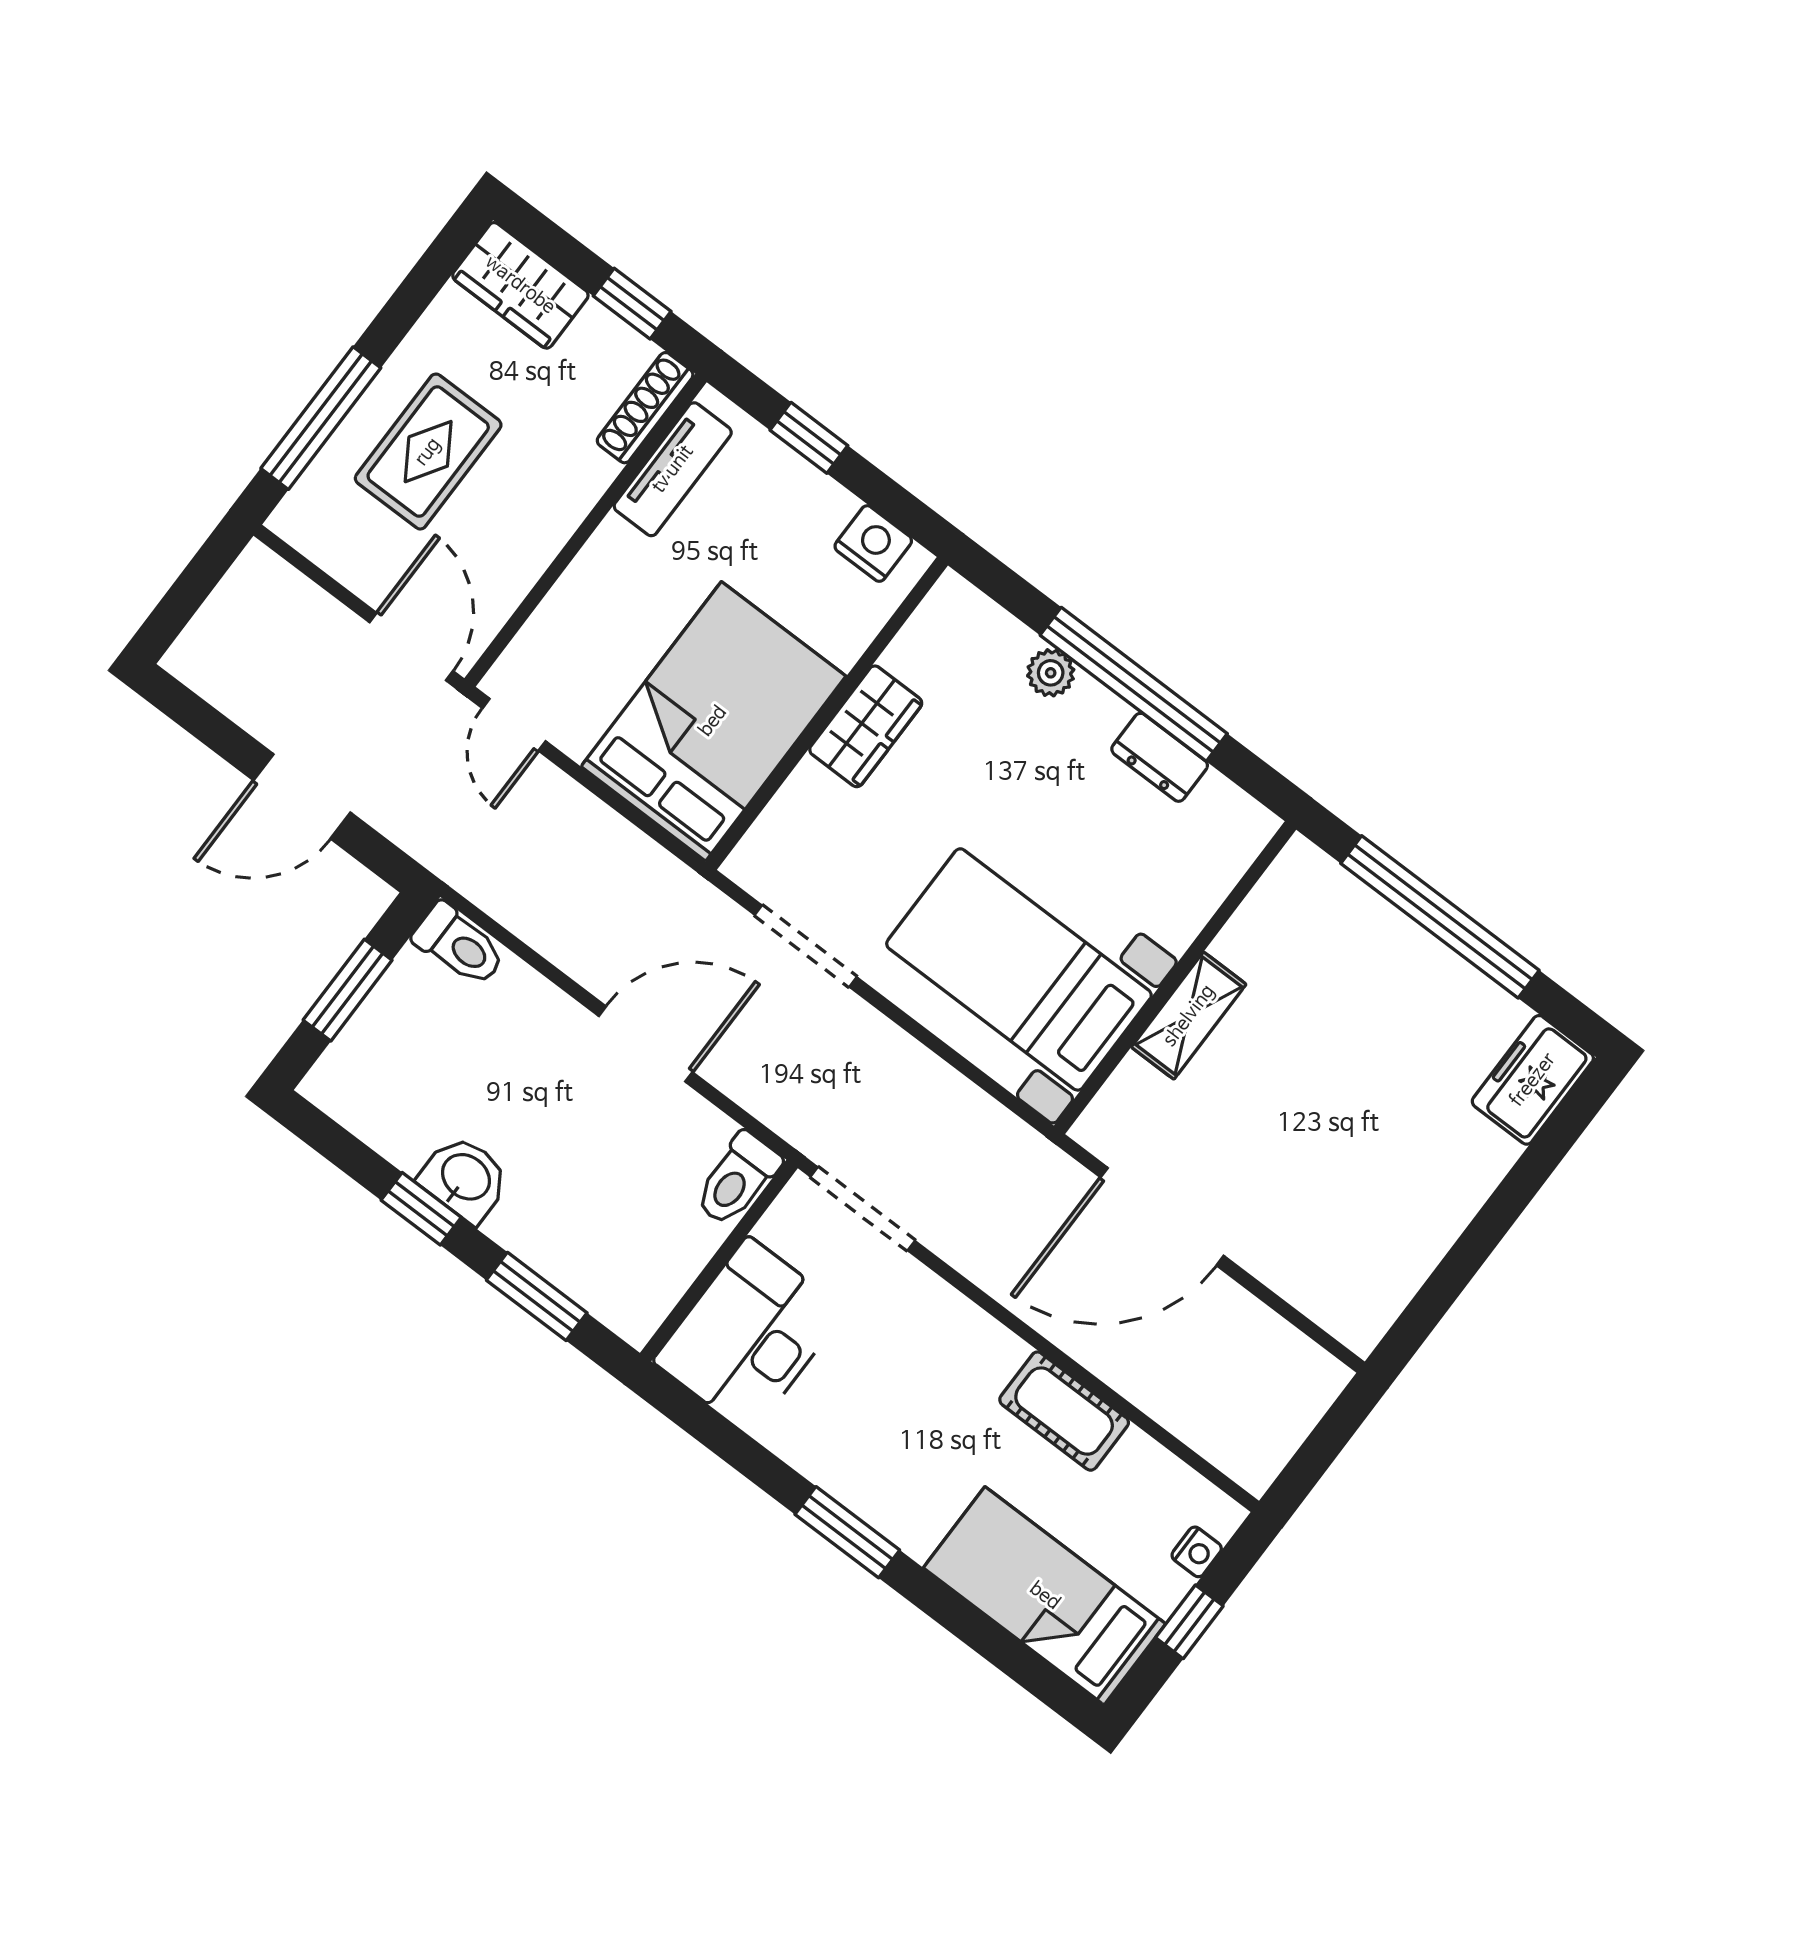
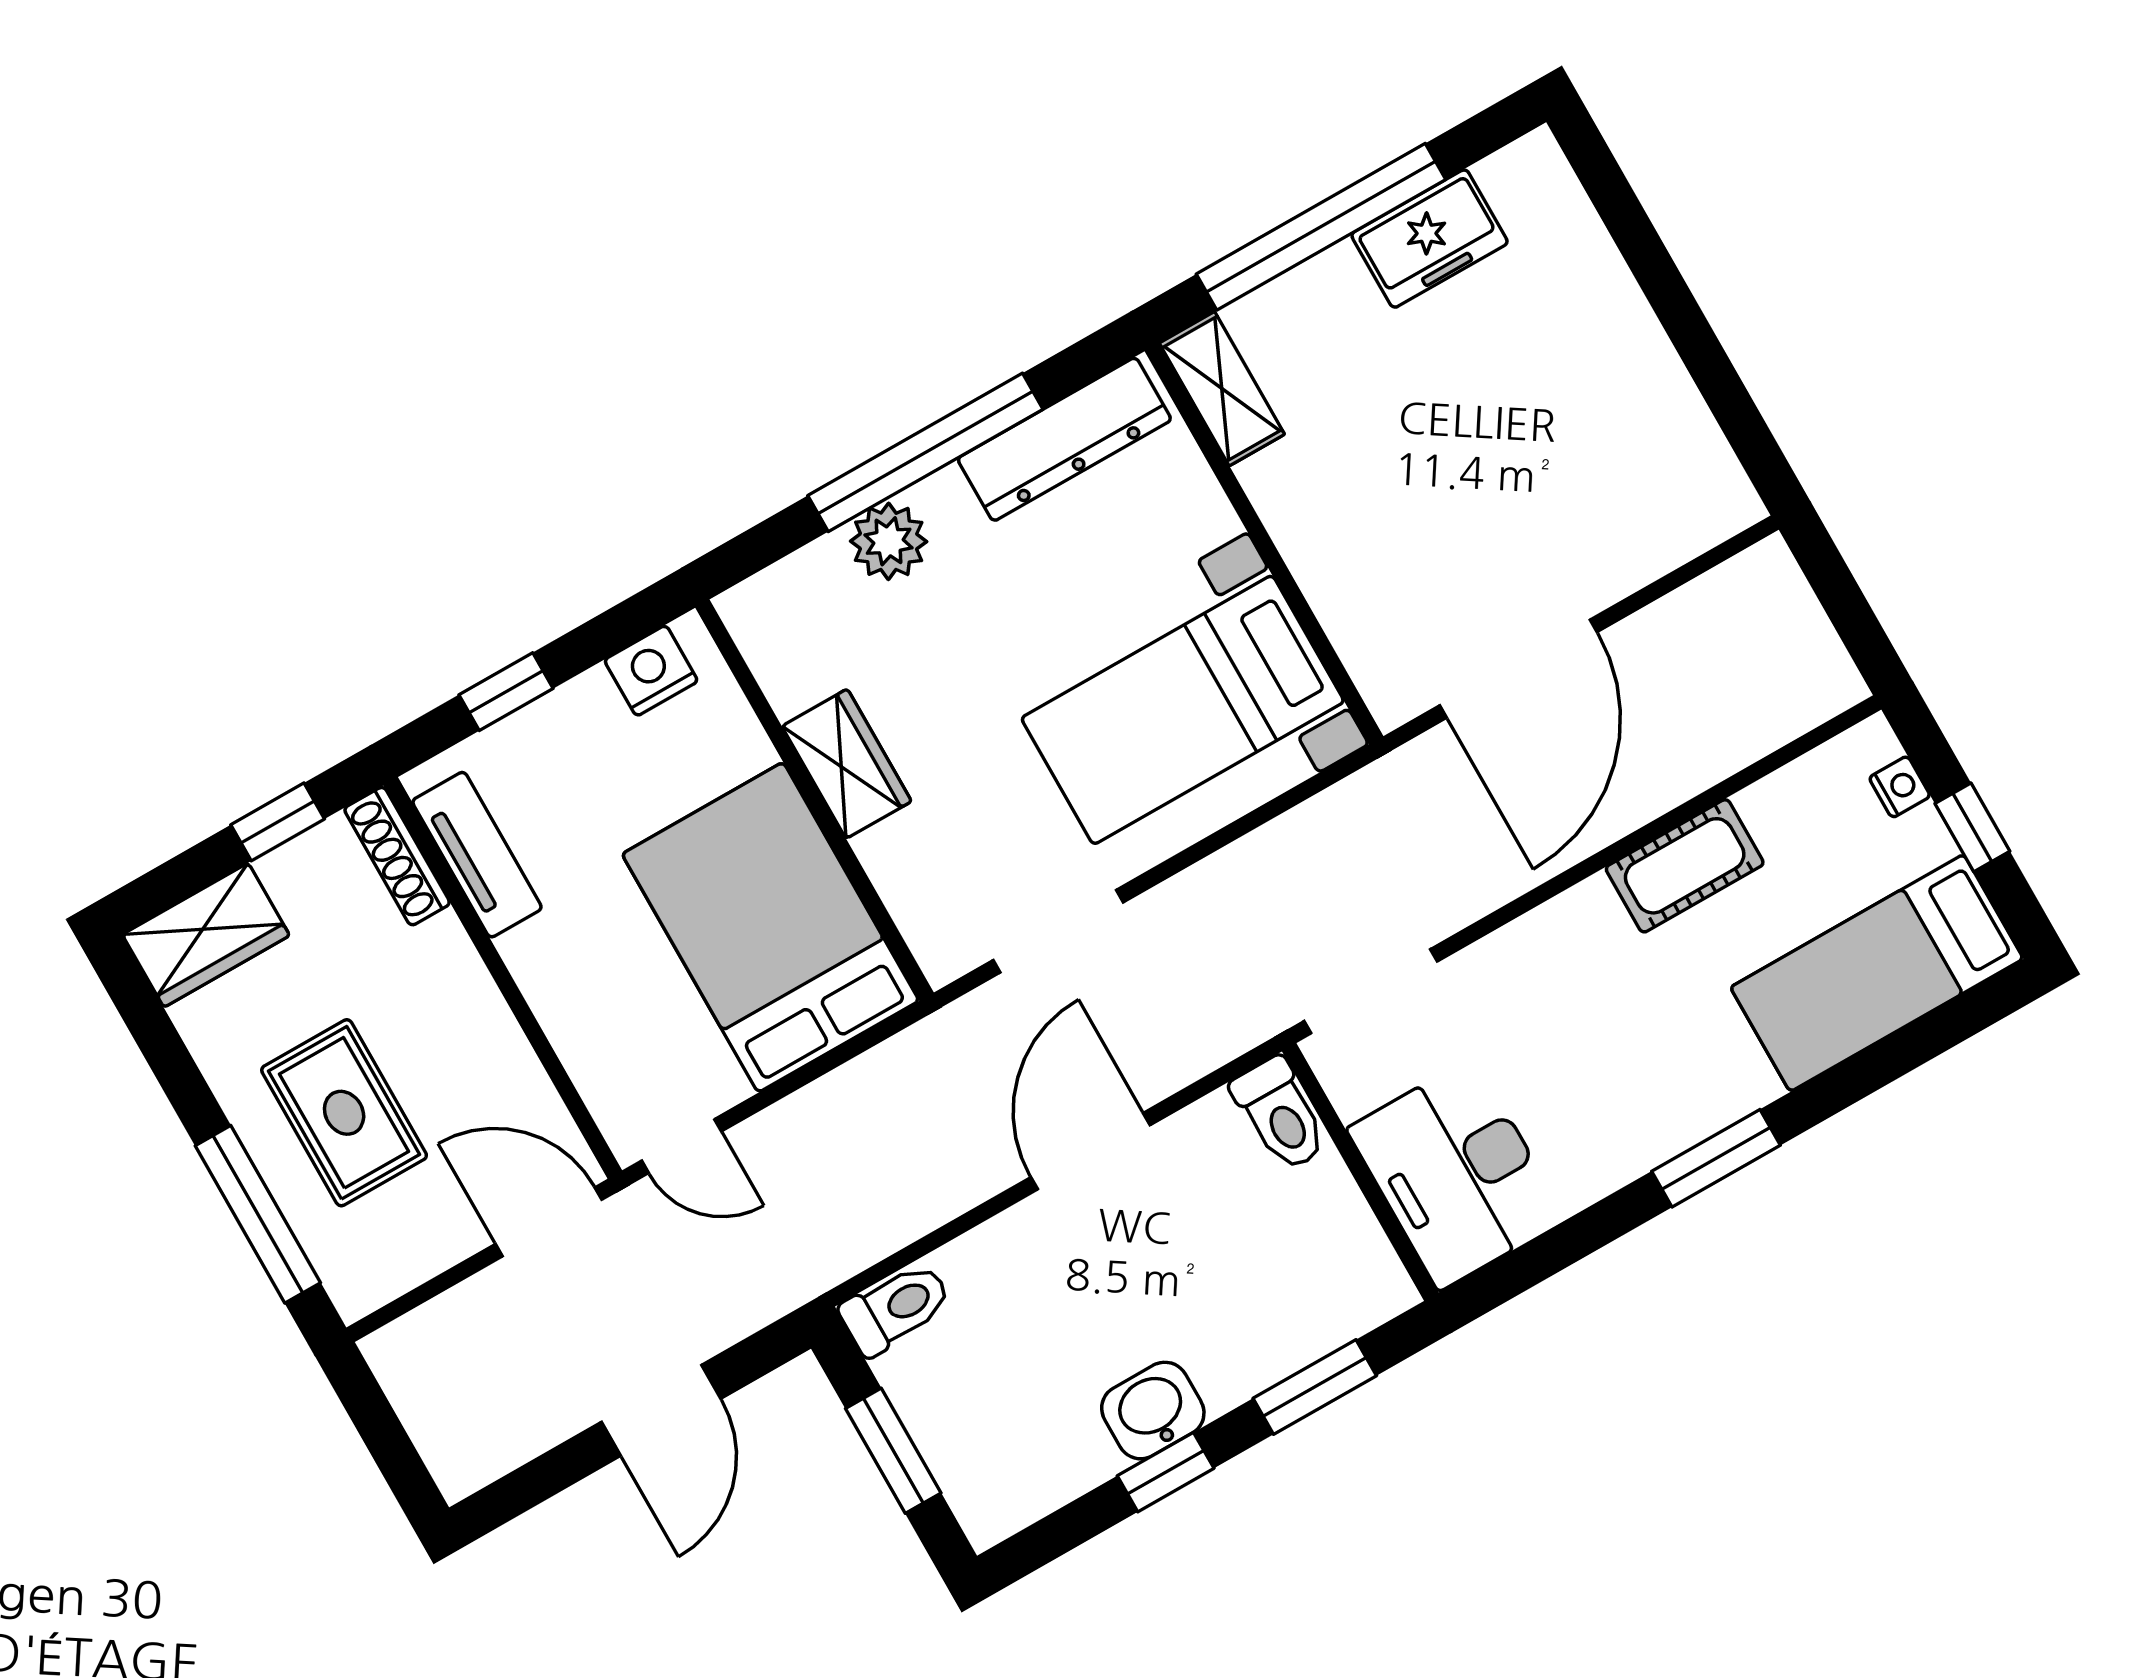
plant: (1051, 673) -> (889, 541), width x1.38, depth x1.38
dresser: (1160, 757) -> (1064, 439), width x1.96, depth x1.24
shelving: (1189, 1016) -> (1222, 389), moved
freezer: (1533, 1080) -> (1430, 239), moved, turned -90

